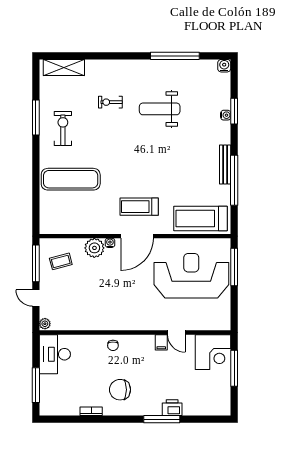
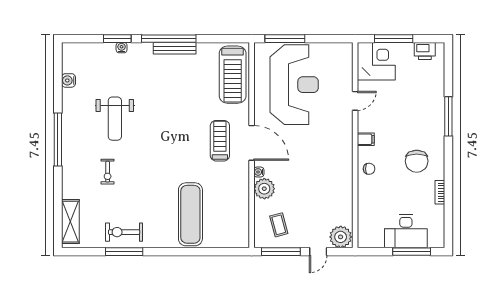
window: (175, 56) -> (58, 139), moved
water cooler: (224, 66) -> (68, 80), moved
exercise bike: (63, 129) -> (124, 232), moved
window: (234, 180) -> (169, 39), moved
treadmill: (139, 207) -> (220, 141), turned 180
reception desk: (191, 276) -> (294, 85), turned 180
plant: (45, 324) -> (341, 237), width x1.87, depth x1.87
filing cabinet: (161, 342) -> (366, 139), moved
desk: (55, 354) -> (406, 231), moved
printer: (172, 408) -> (425, 51), moved, turned -90

